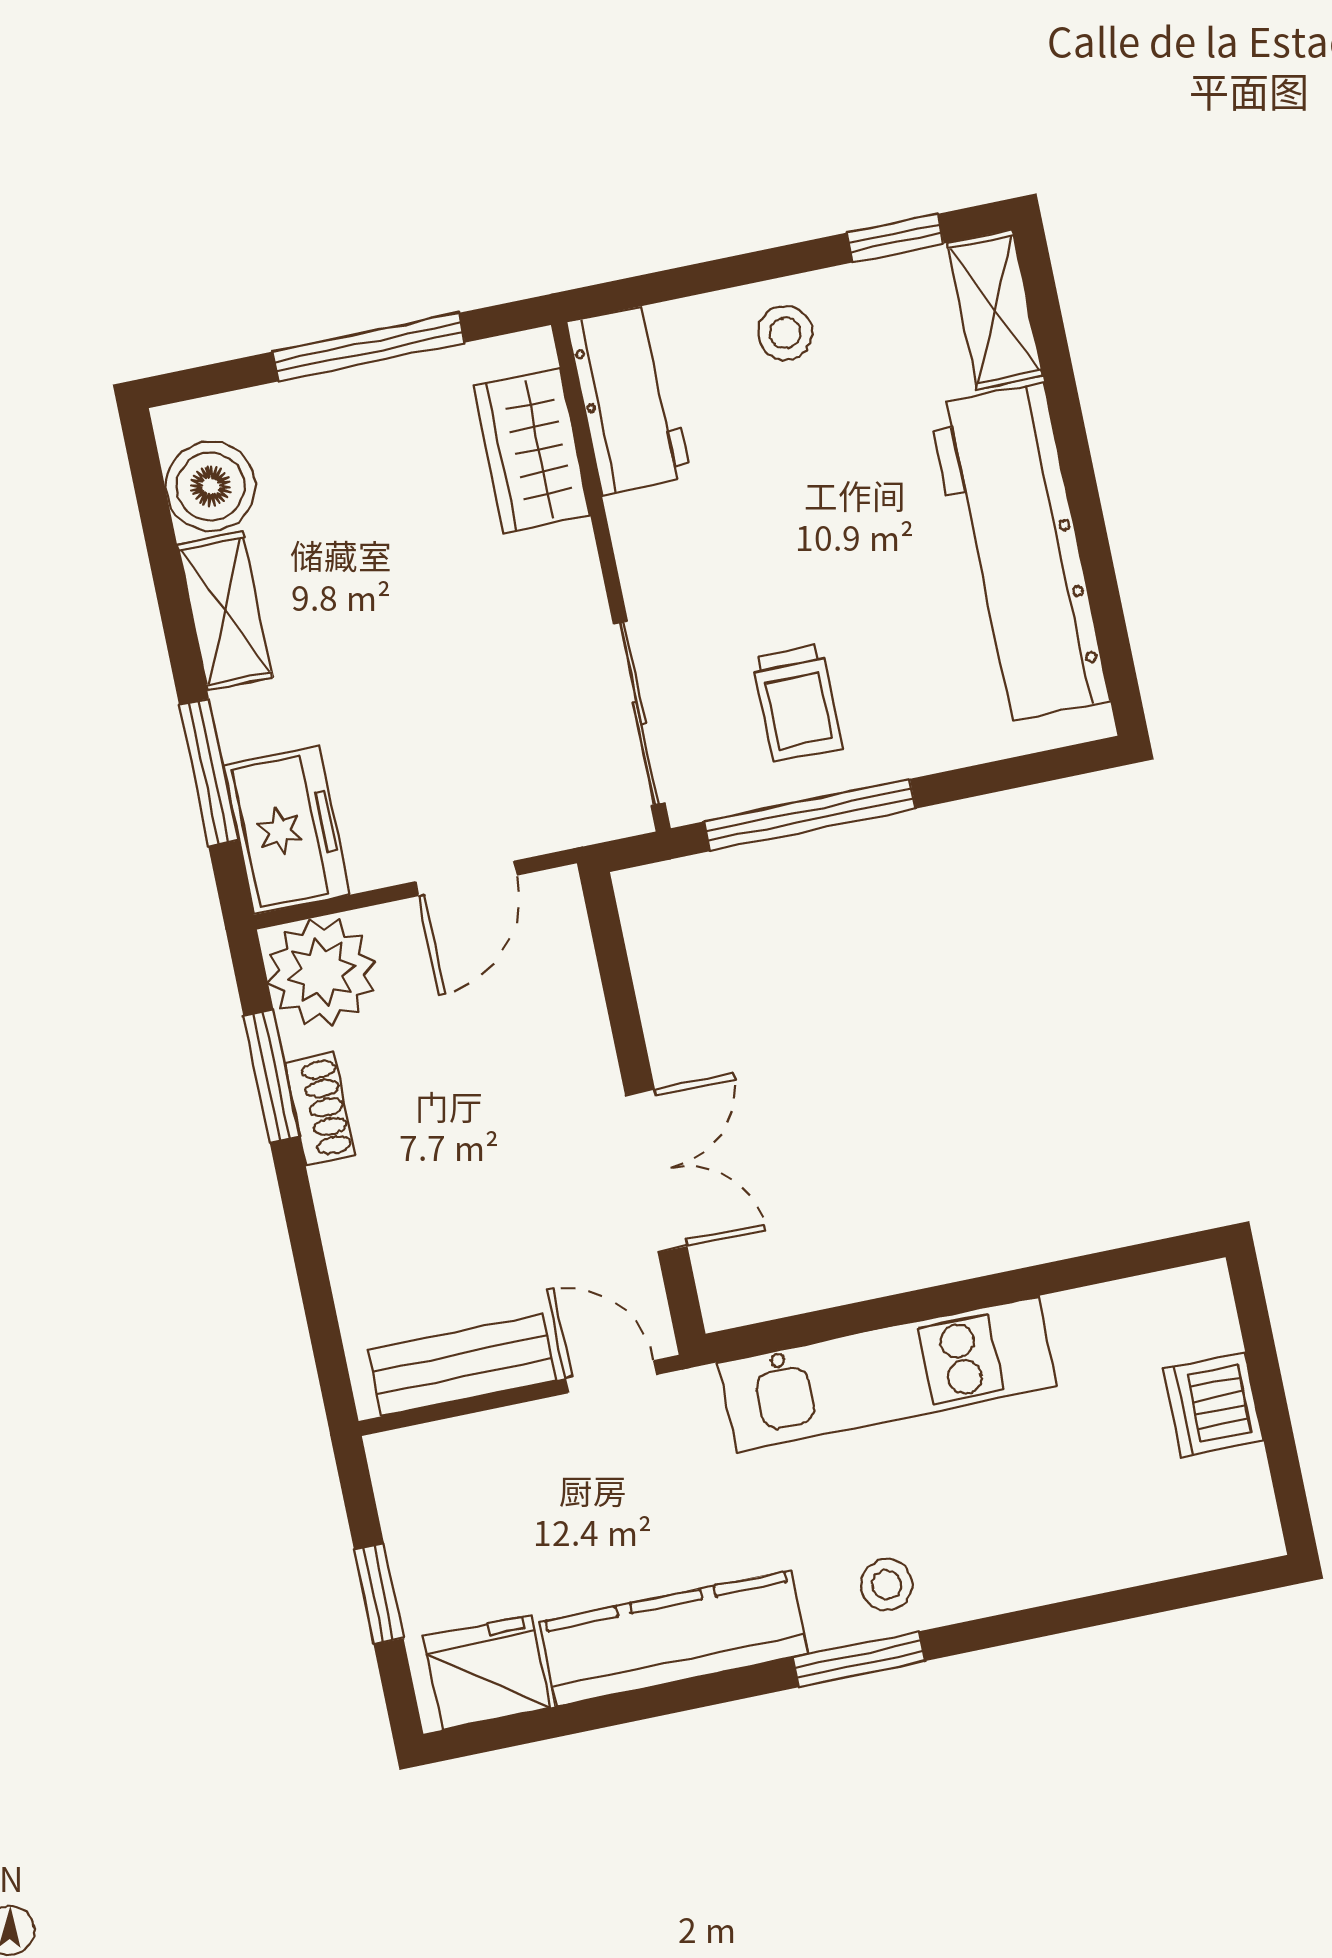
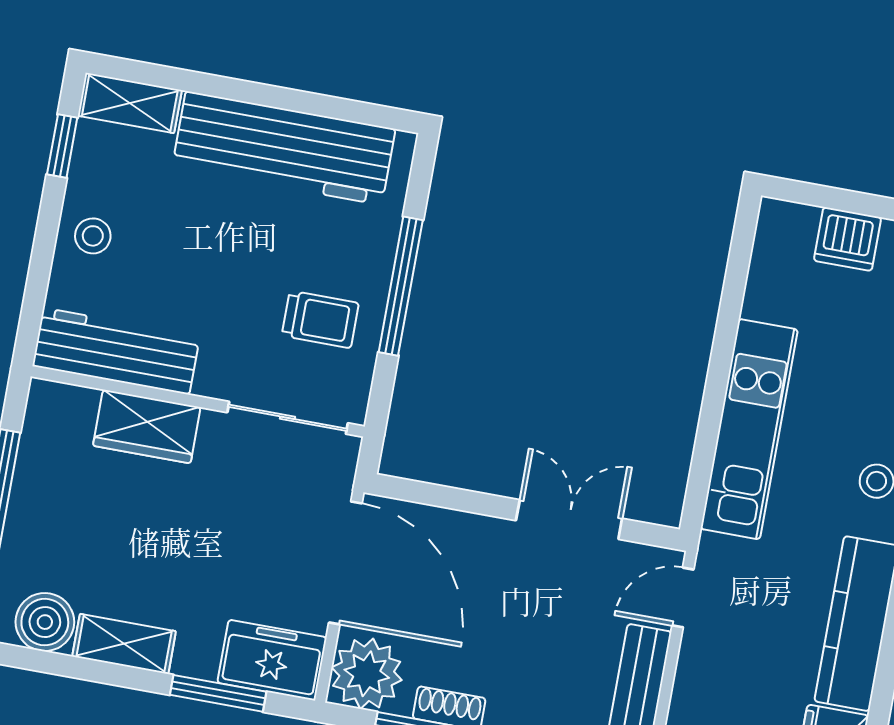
workbench: (629, 399) -> (116, 351), width x1.38
wardrobe: (532, 451) -> (147, 426), moved
window: (810, 815) -> (401, 286), moved
door: (466, 878) -> (345, 563), width x1.88

